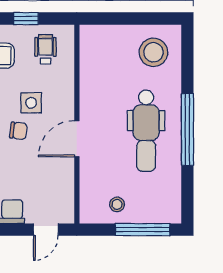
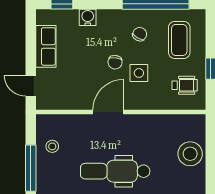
stool: (153, 52) -> (190, 154), moved
door: (77, 139) -> (108, 112), hinge flipped

